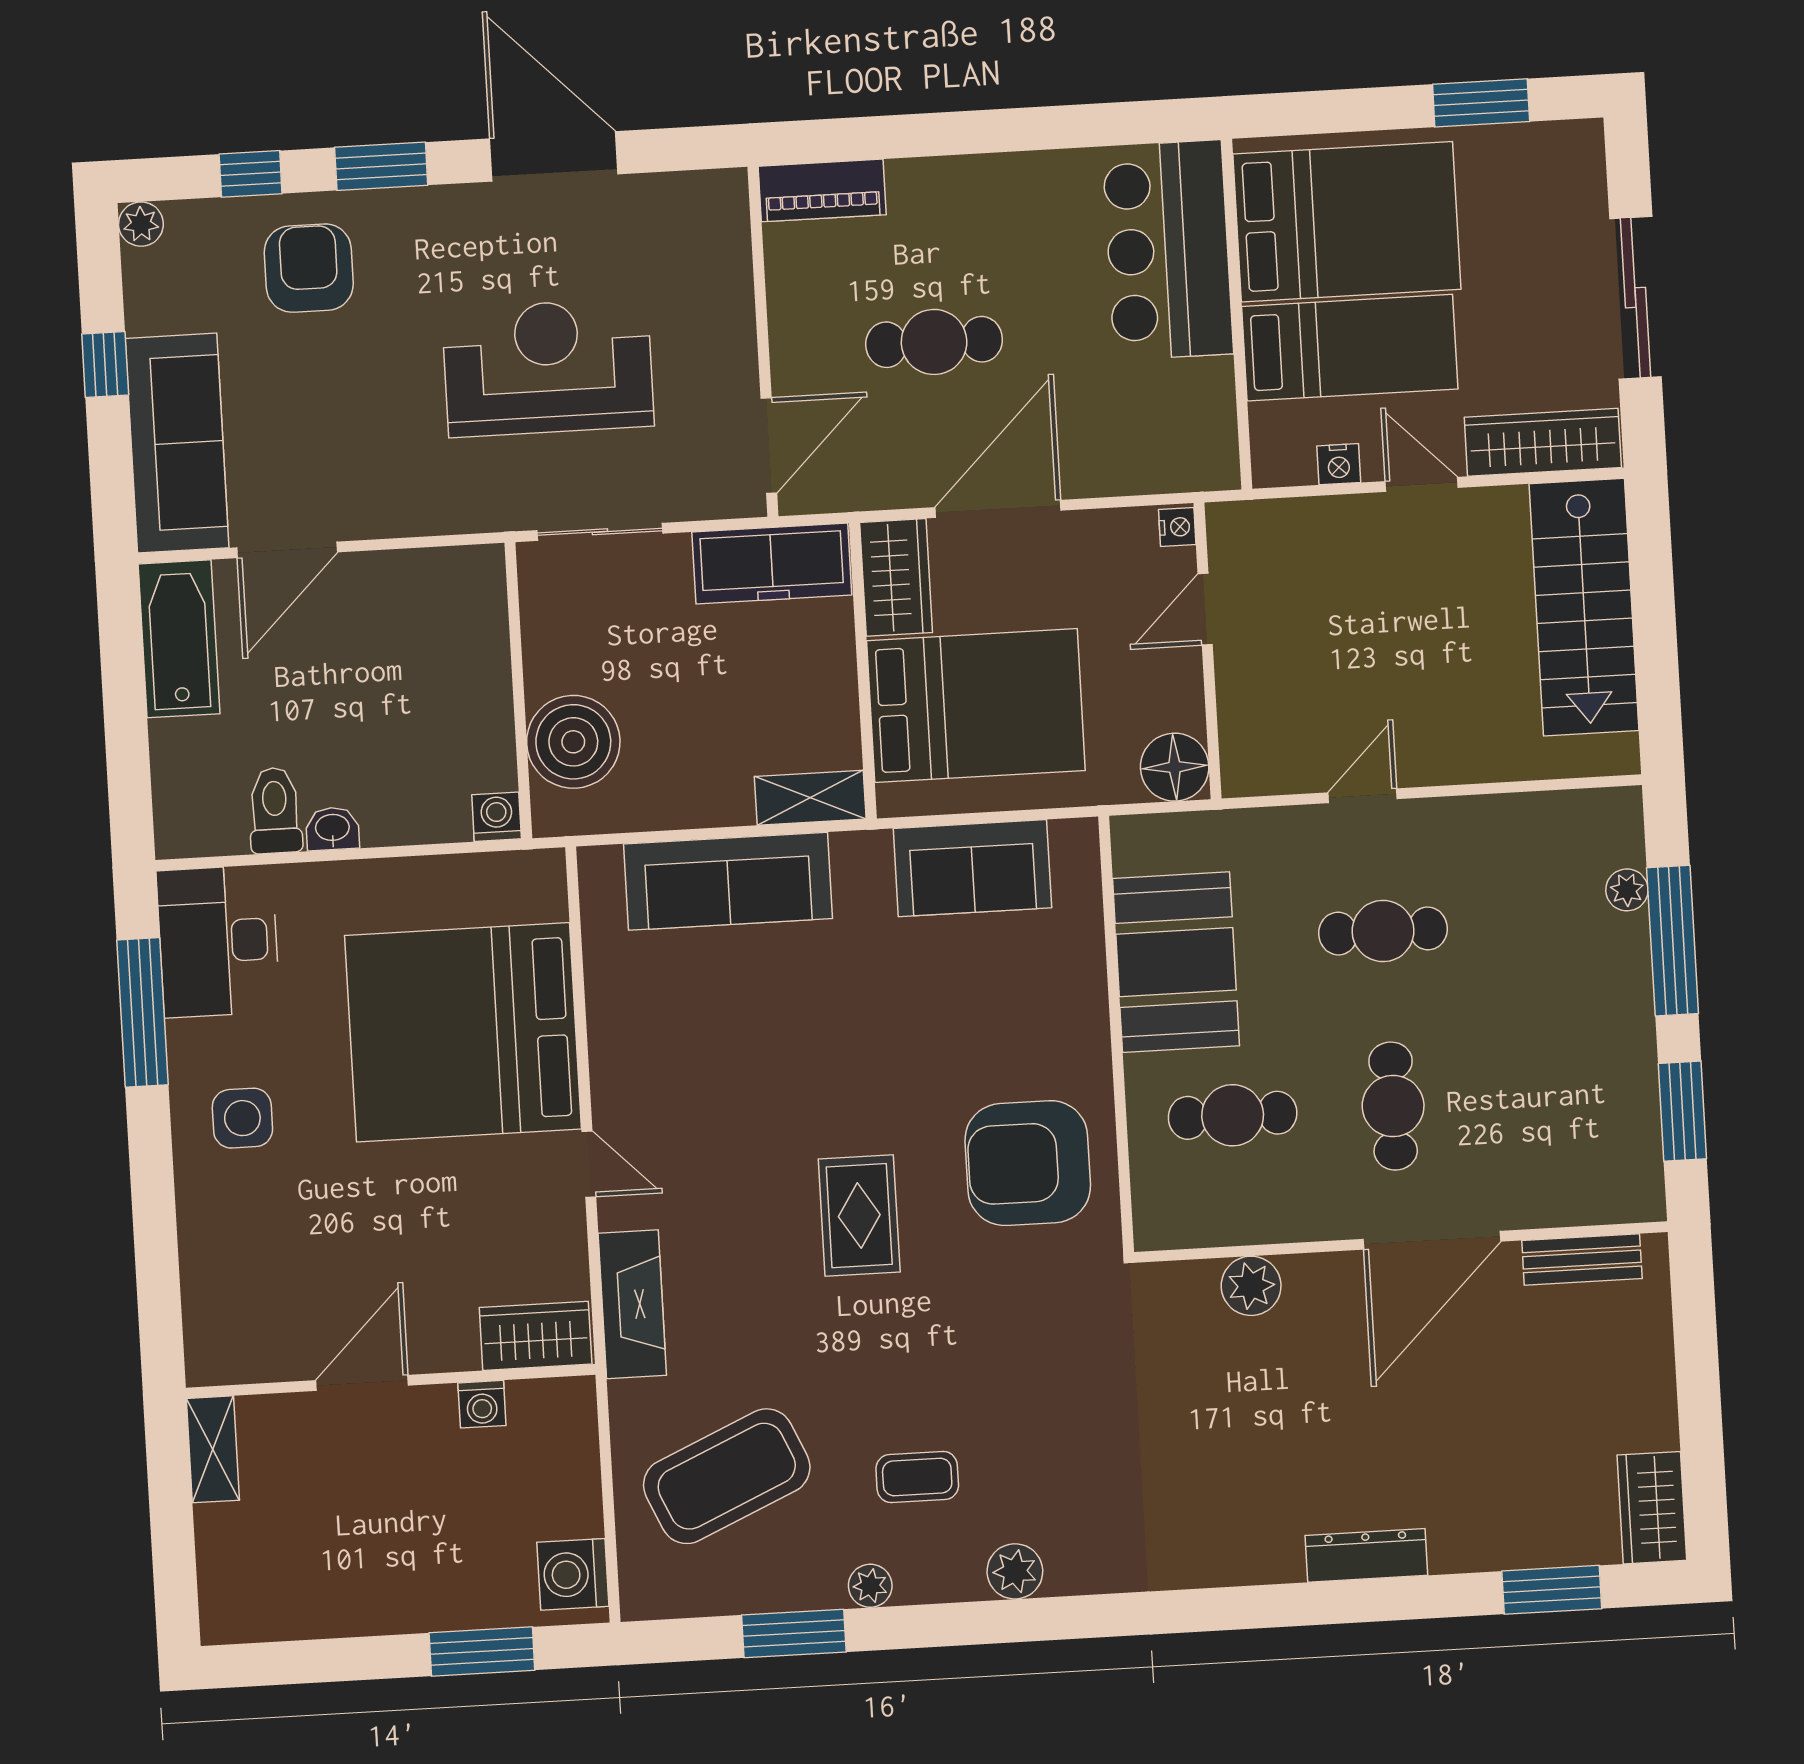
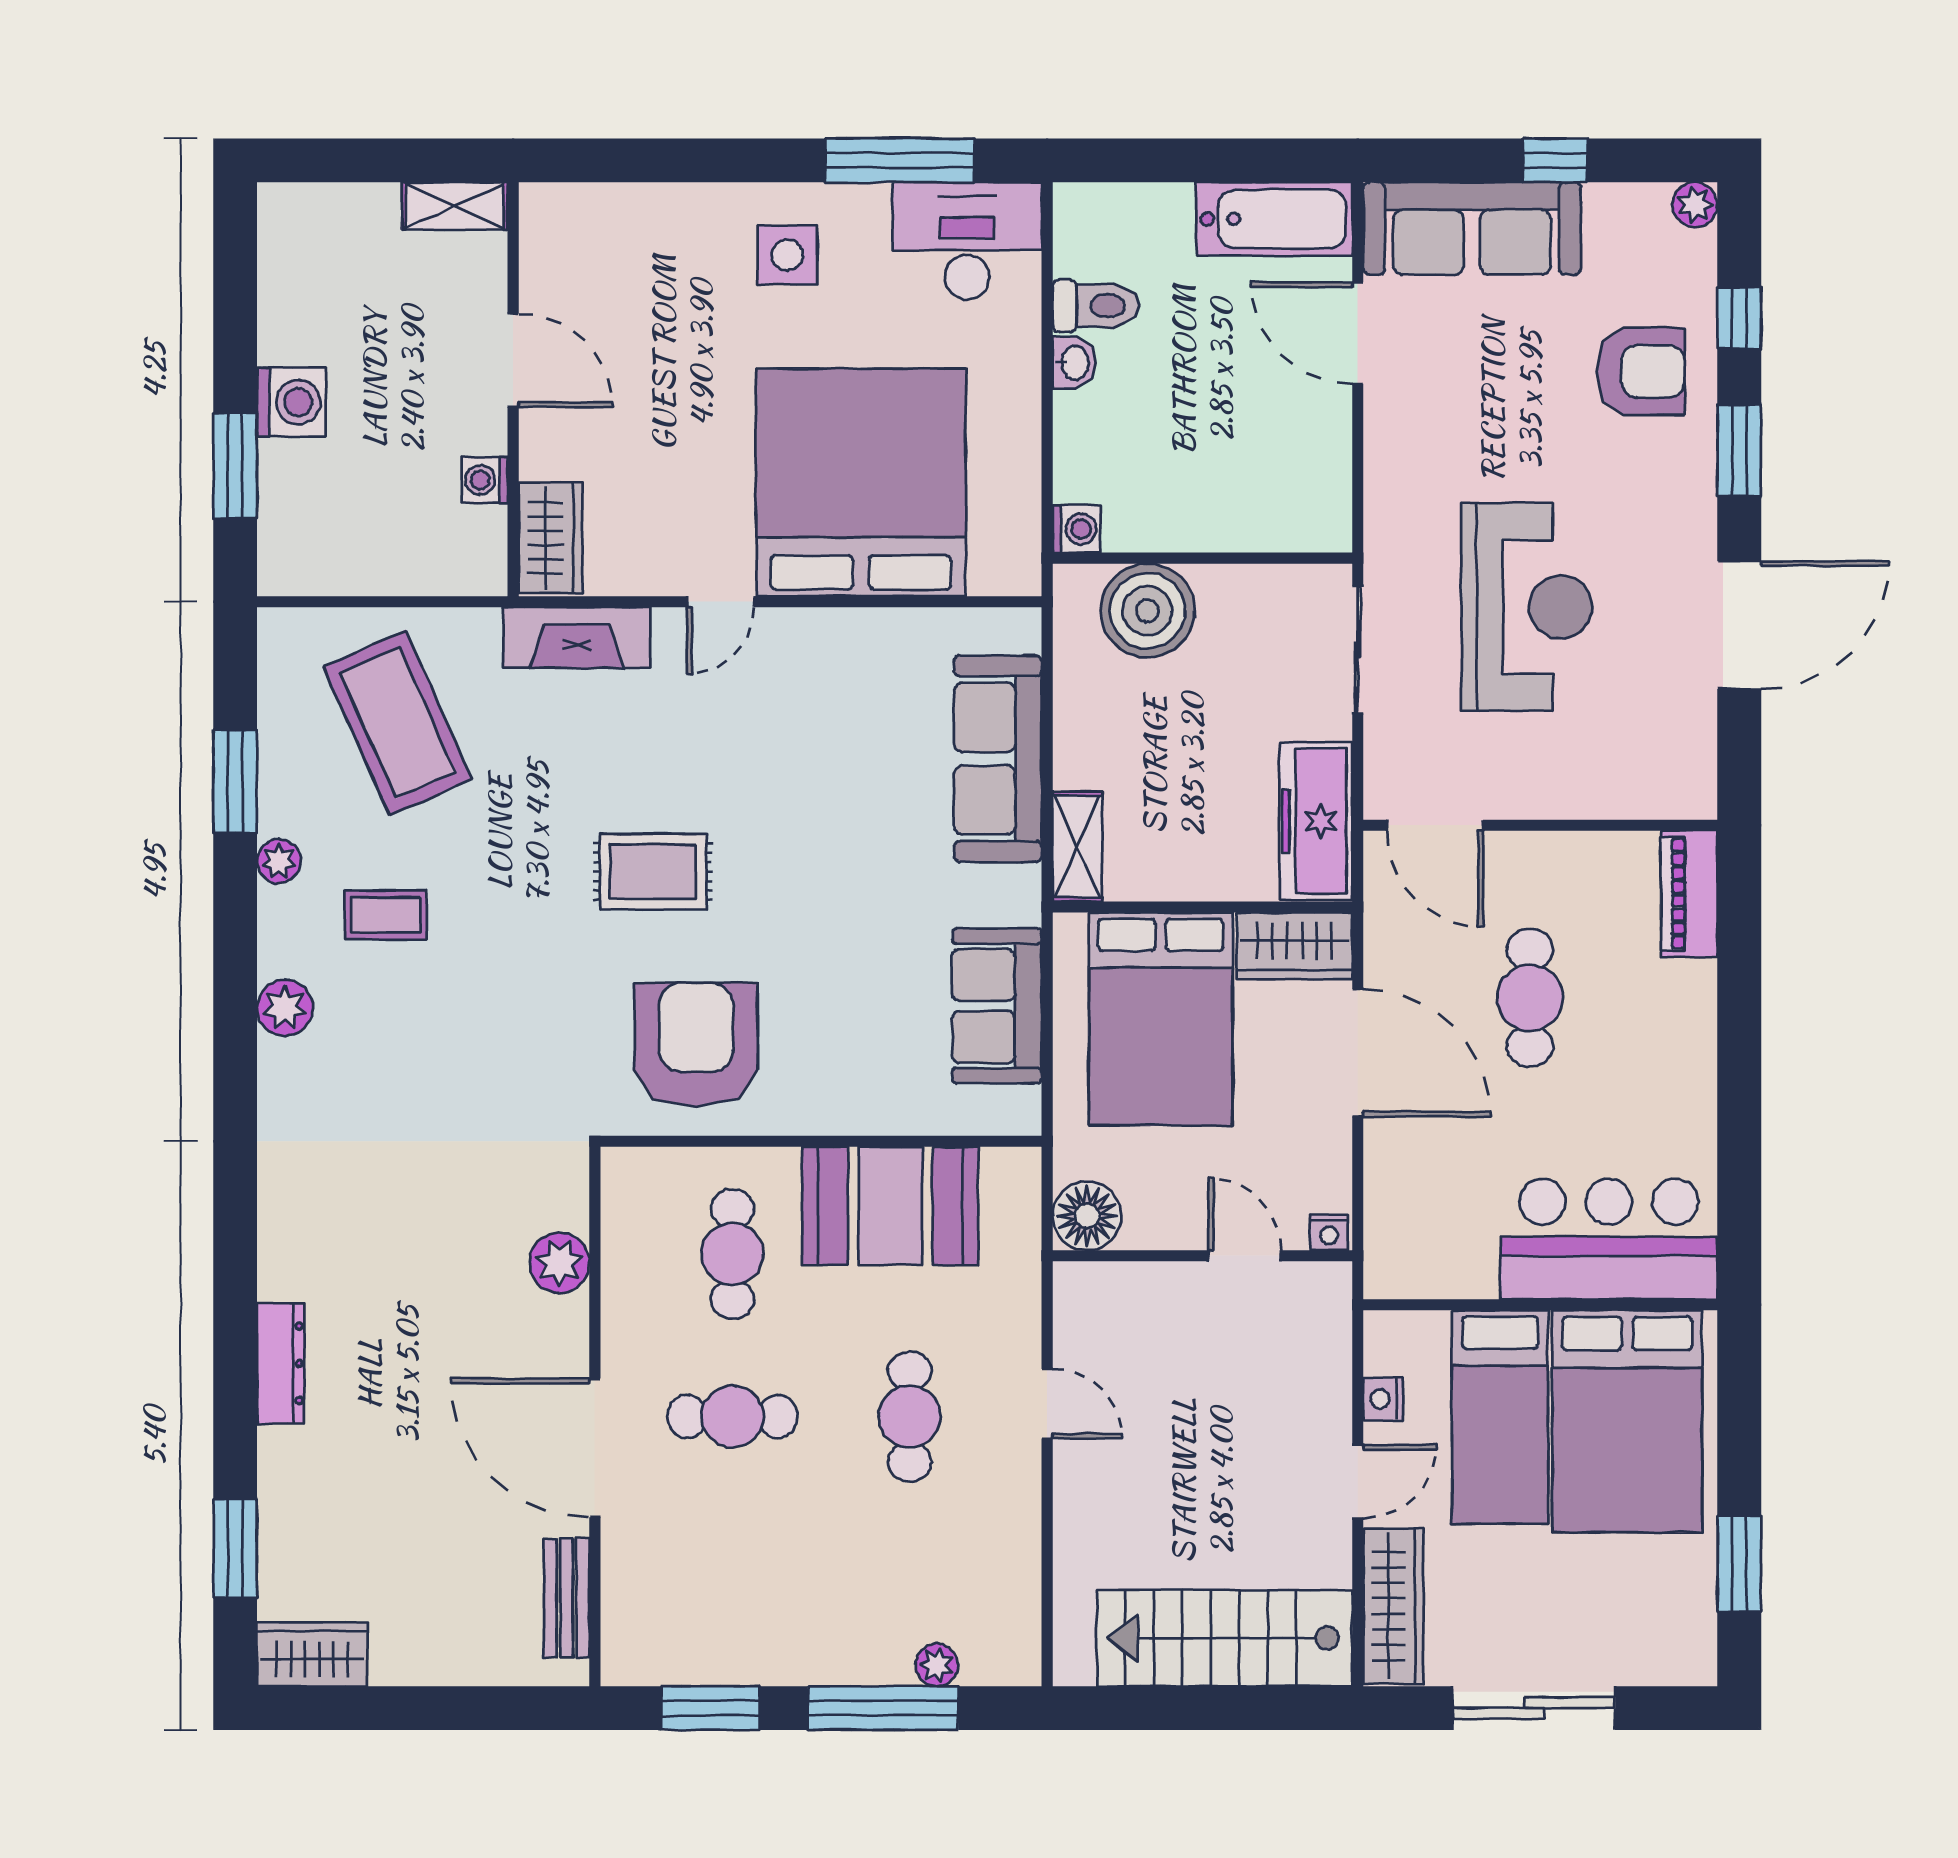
coffee table: (917, 1477) -> (386, 915), turned 90
washing machine: (573, 1574) -> (291, 402), moved, turned 90

